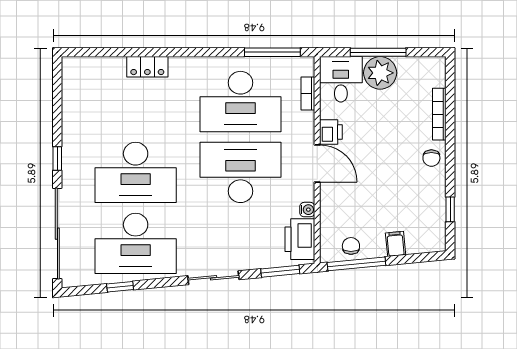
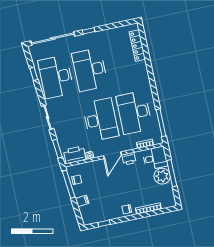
locker: (147, 67) -> (137, 46), moved, width x1.53

